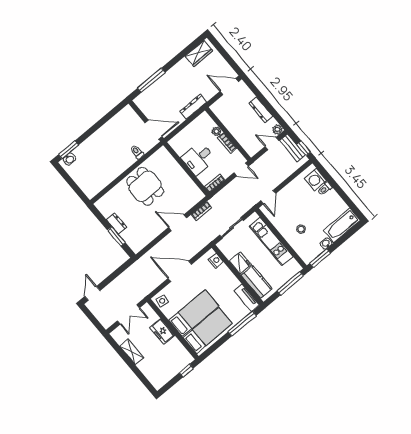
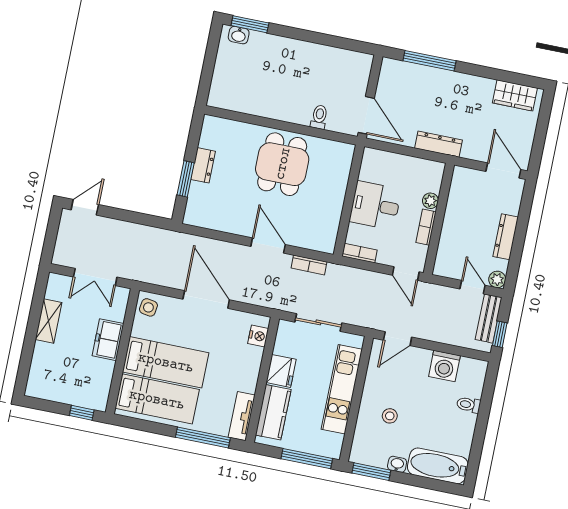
washing machine: (315, 179) -> (444, 366), moved, turned -90

